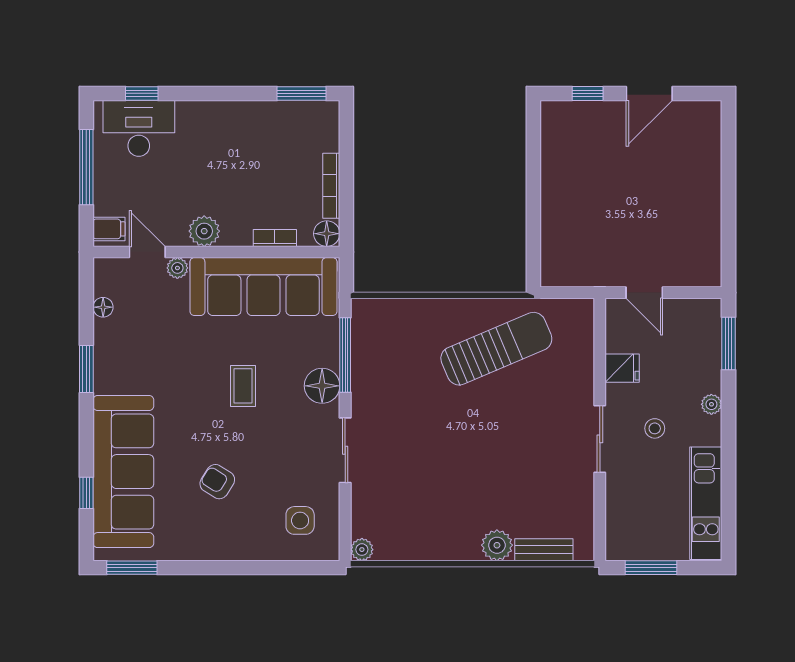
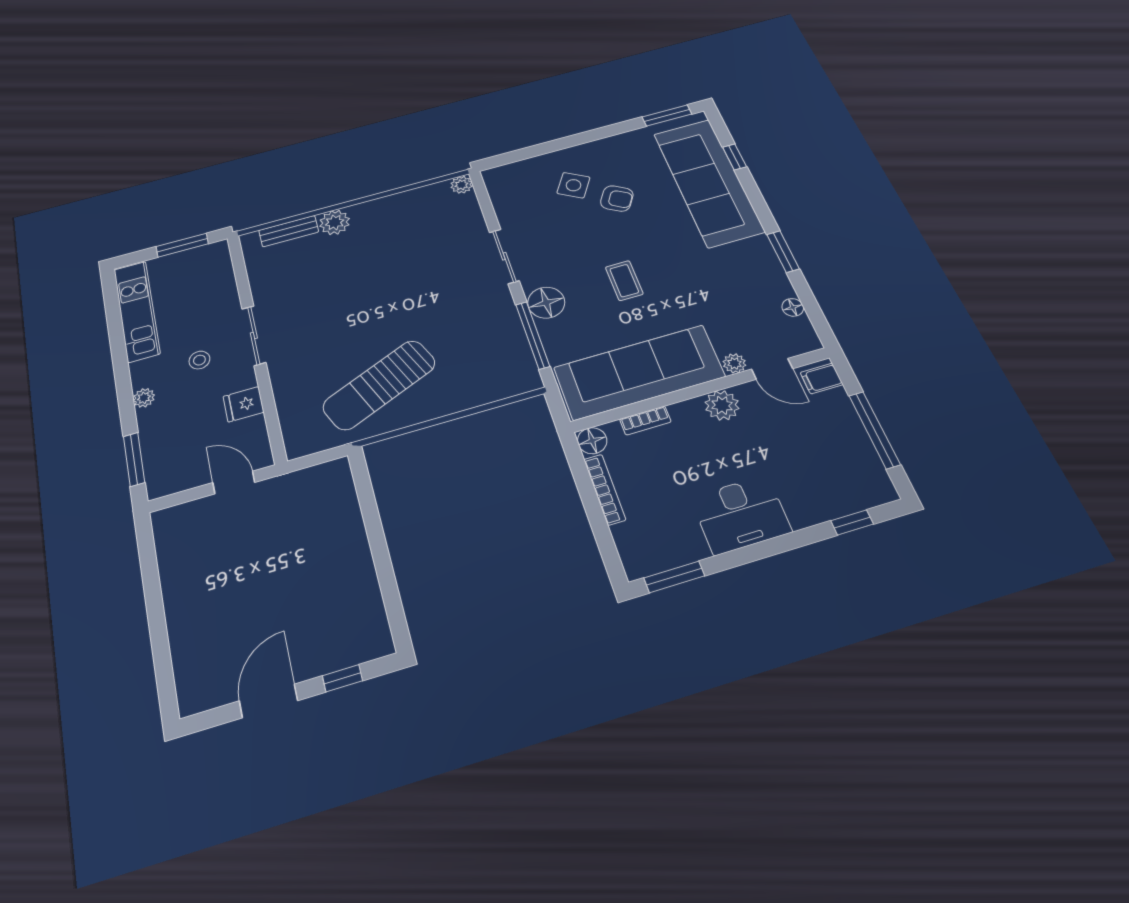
desk: (139, 128) -> (741, 515), moved
side table: (300, 520) -> (573, 185), moved, turned 32

